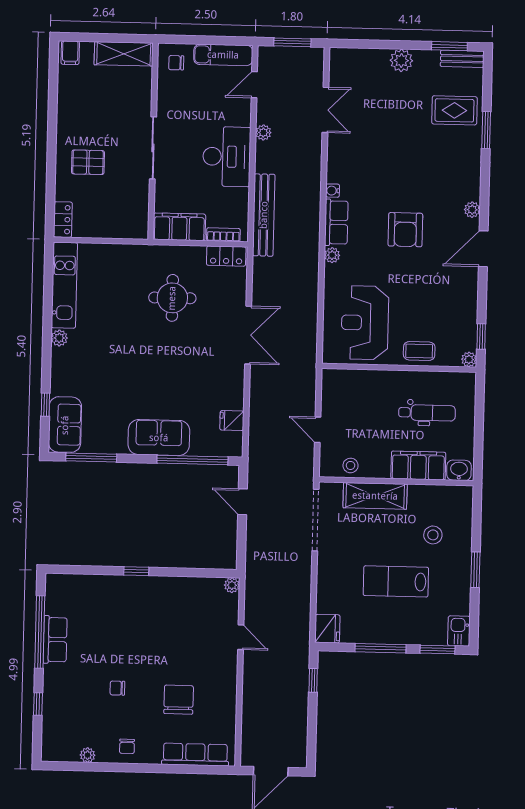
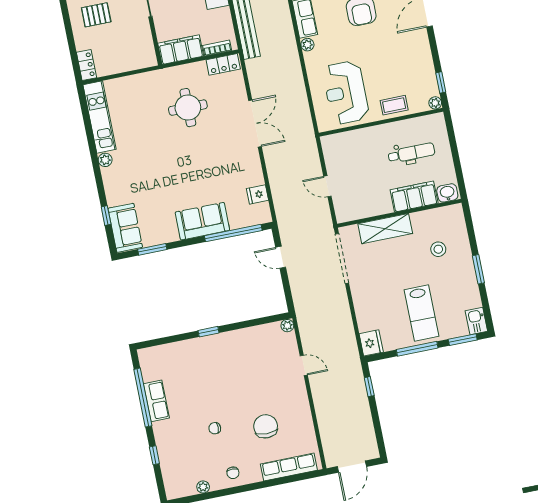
window: (91, 458) -> (152, 249), width x0.69
stool: (351, 465) -> (360, 209), removed
lab bench: (396, 581) -> (421, 313), moved, turned -90

